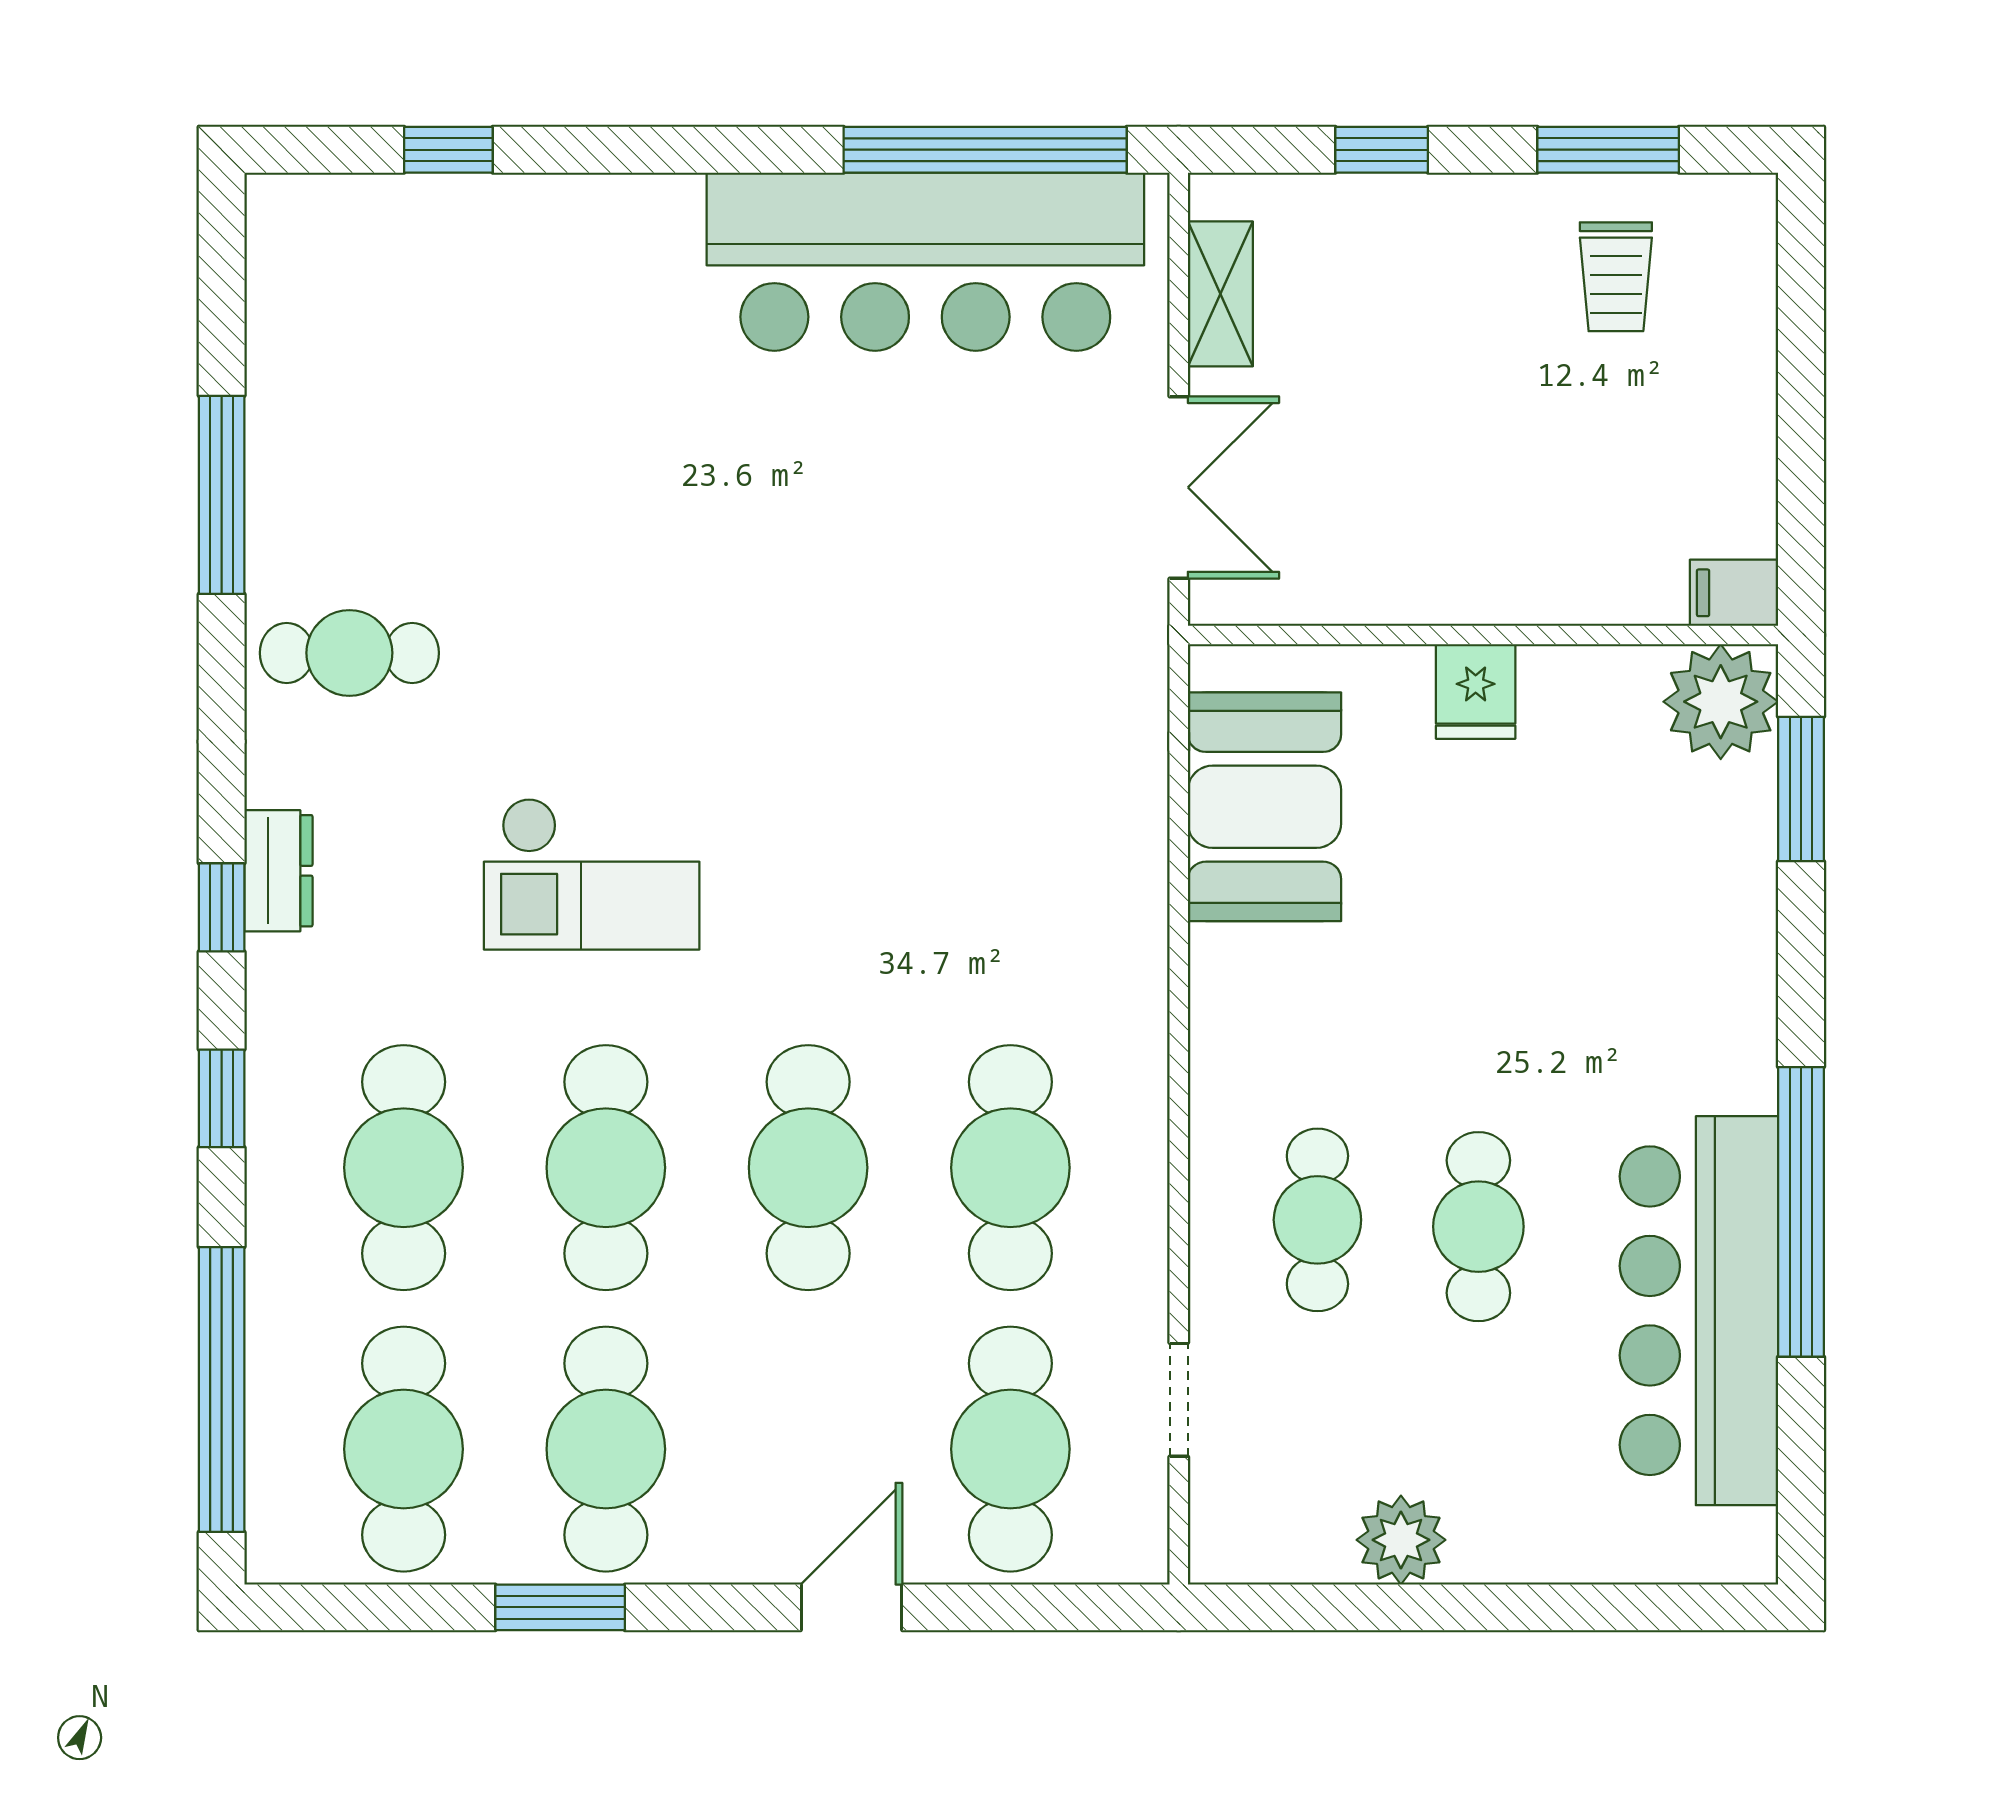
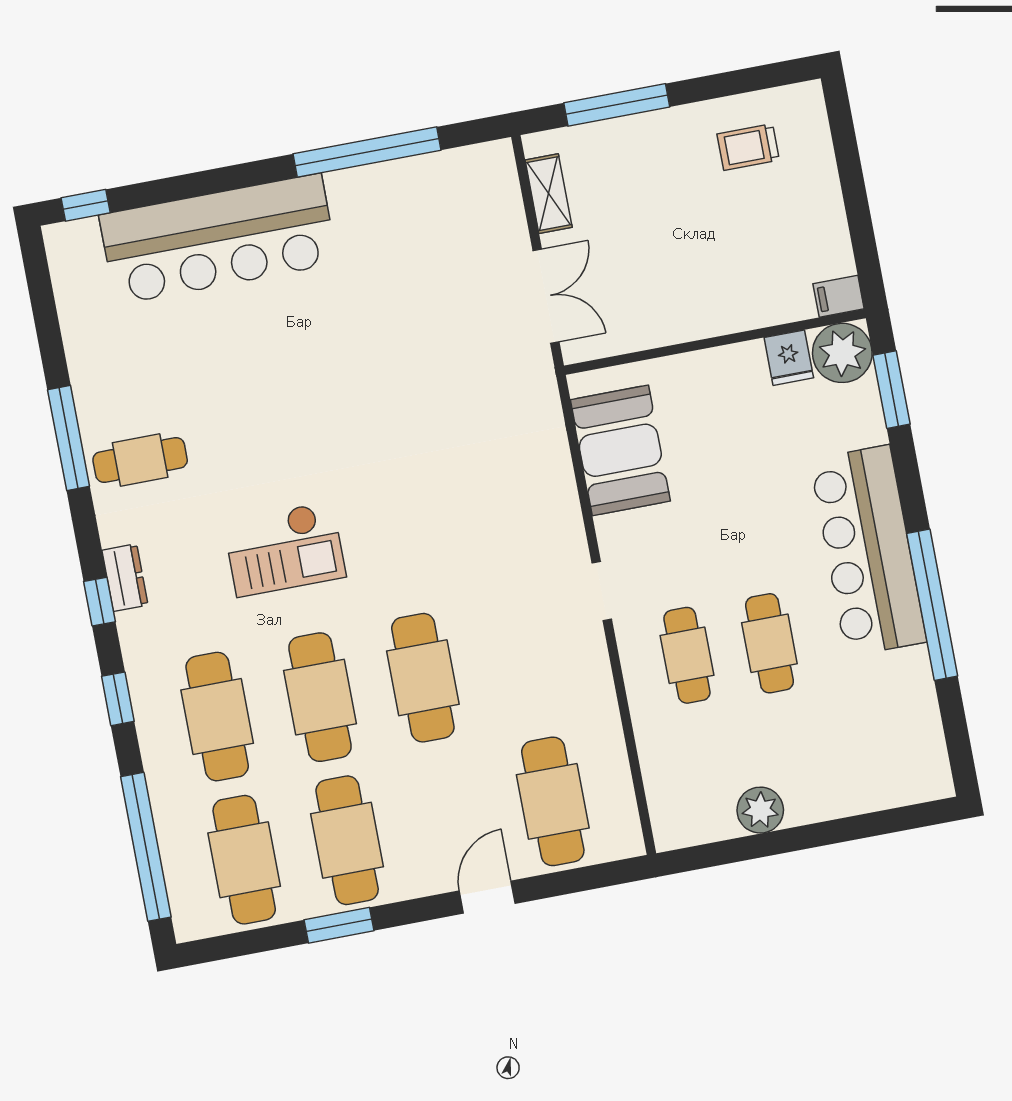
window: (448, 150) -> (86, 205), moved
window: (985, 150) -> (367, 152), moved
window: (1382, 150) -> (617, 105), width x2.17
window: (1608, 150) -> (732, 83), removed
bar counter: (925, 262) -> (218, 239), moved
trolley: (1616, 277) -> (748, 147), turned 90
window: (222, 495) -> (69, 438), moved
fridge: (1476, 692) -> (789, 358), moved
cafe table: (1010, 1168) -> (526, 658), removed
bar counter: (1699, 1311) -> (868, 551), moved
doorway: (1179, 1400) -> (602, 591), moved

